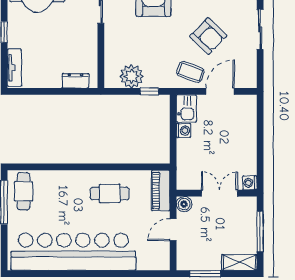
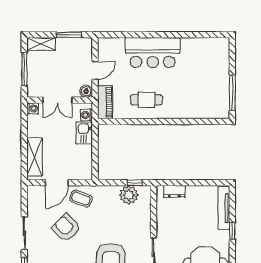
tv unit: (14, 68) -> (224, 208), width x1.41
window: (149, 91) -> (135, 183), moved
kitchen sink: (186, 108) -> (84, 133), moved
shelving: (247, 123) -> (35, 157), added
washing machine: (184, 131) -> (87, 115), moved
cafe table: (23, 191) -> (216, 102), removed
bar counter: (73, 252) -> (153, 53), width x0.54

